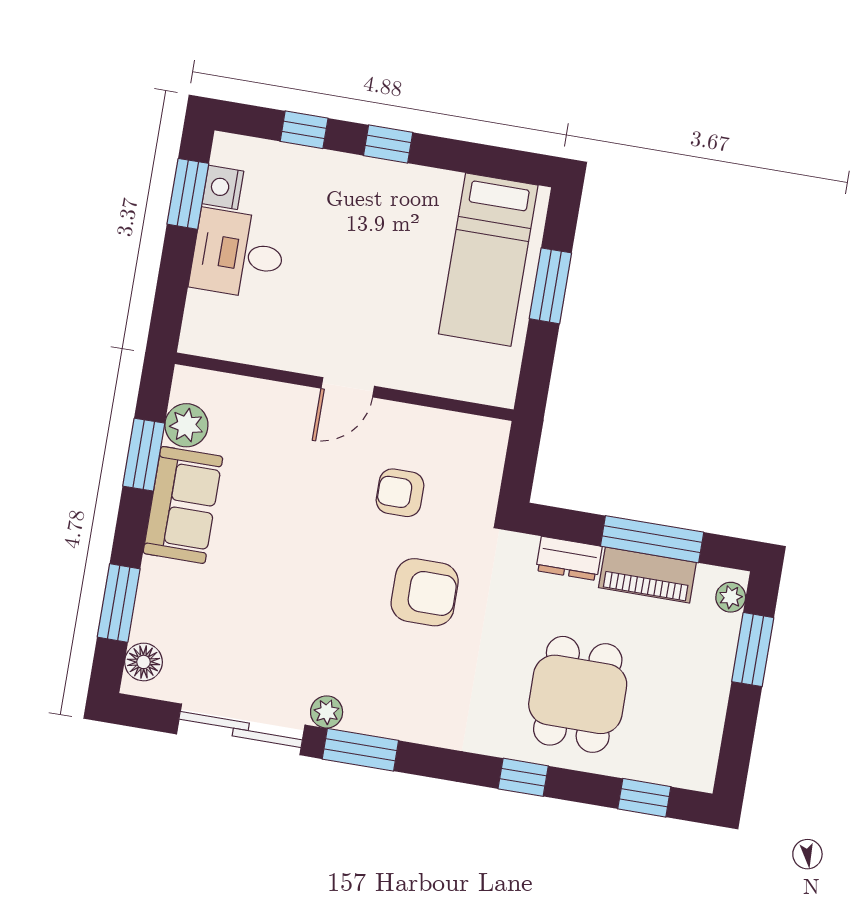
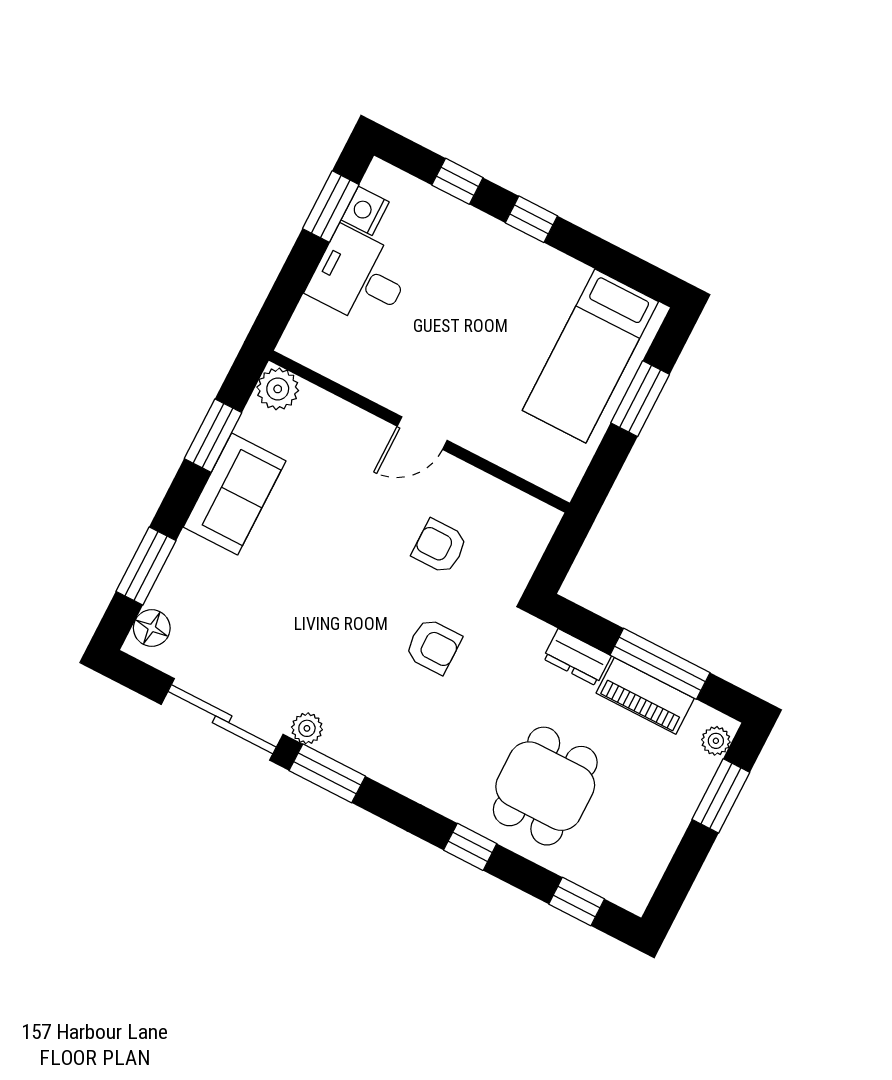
plant: (186, 425) -> (278, 389), moved
armchair: (425, 592) -> (433, 646), width x0.72, depth x0.72

